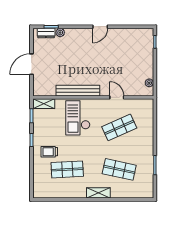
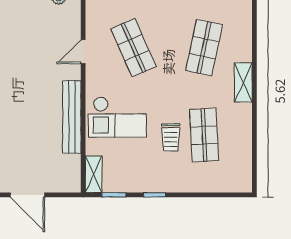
trolley: (49, 152) -> (171, 137), moved

